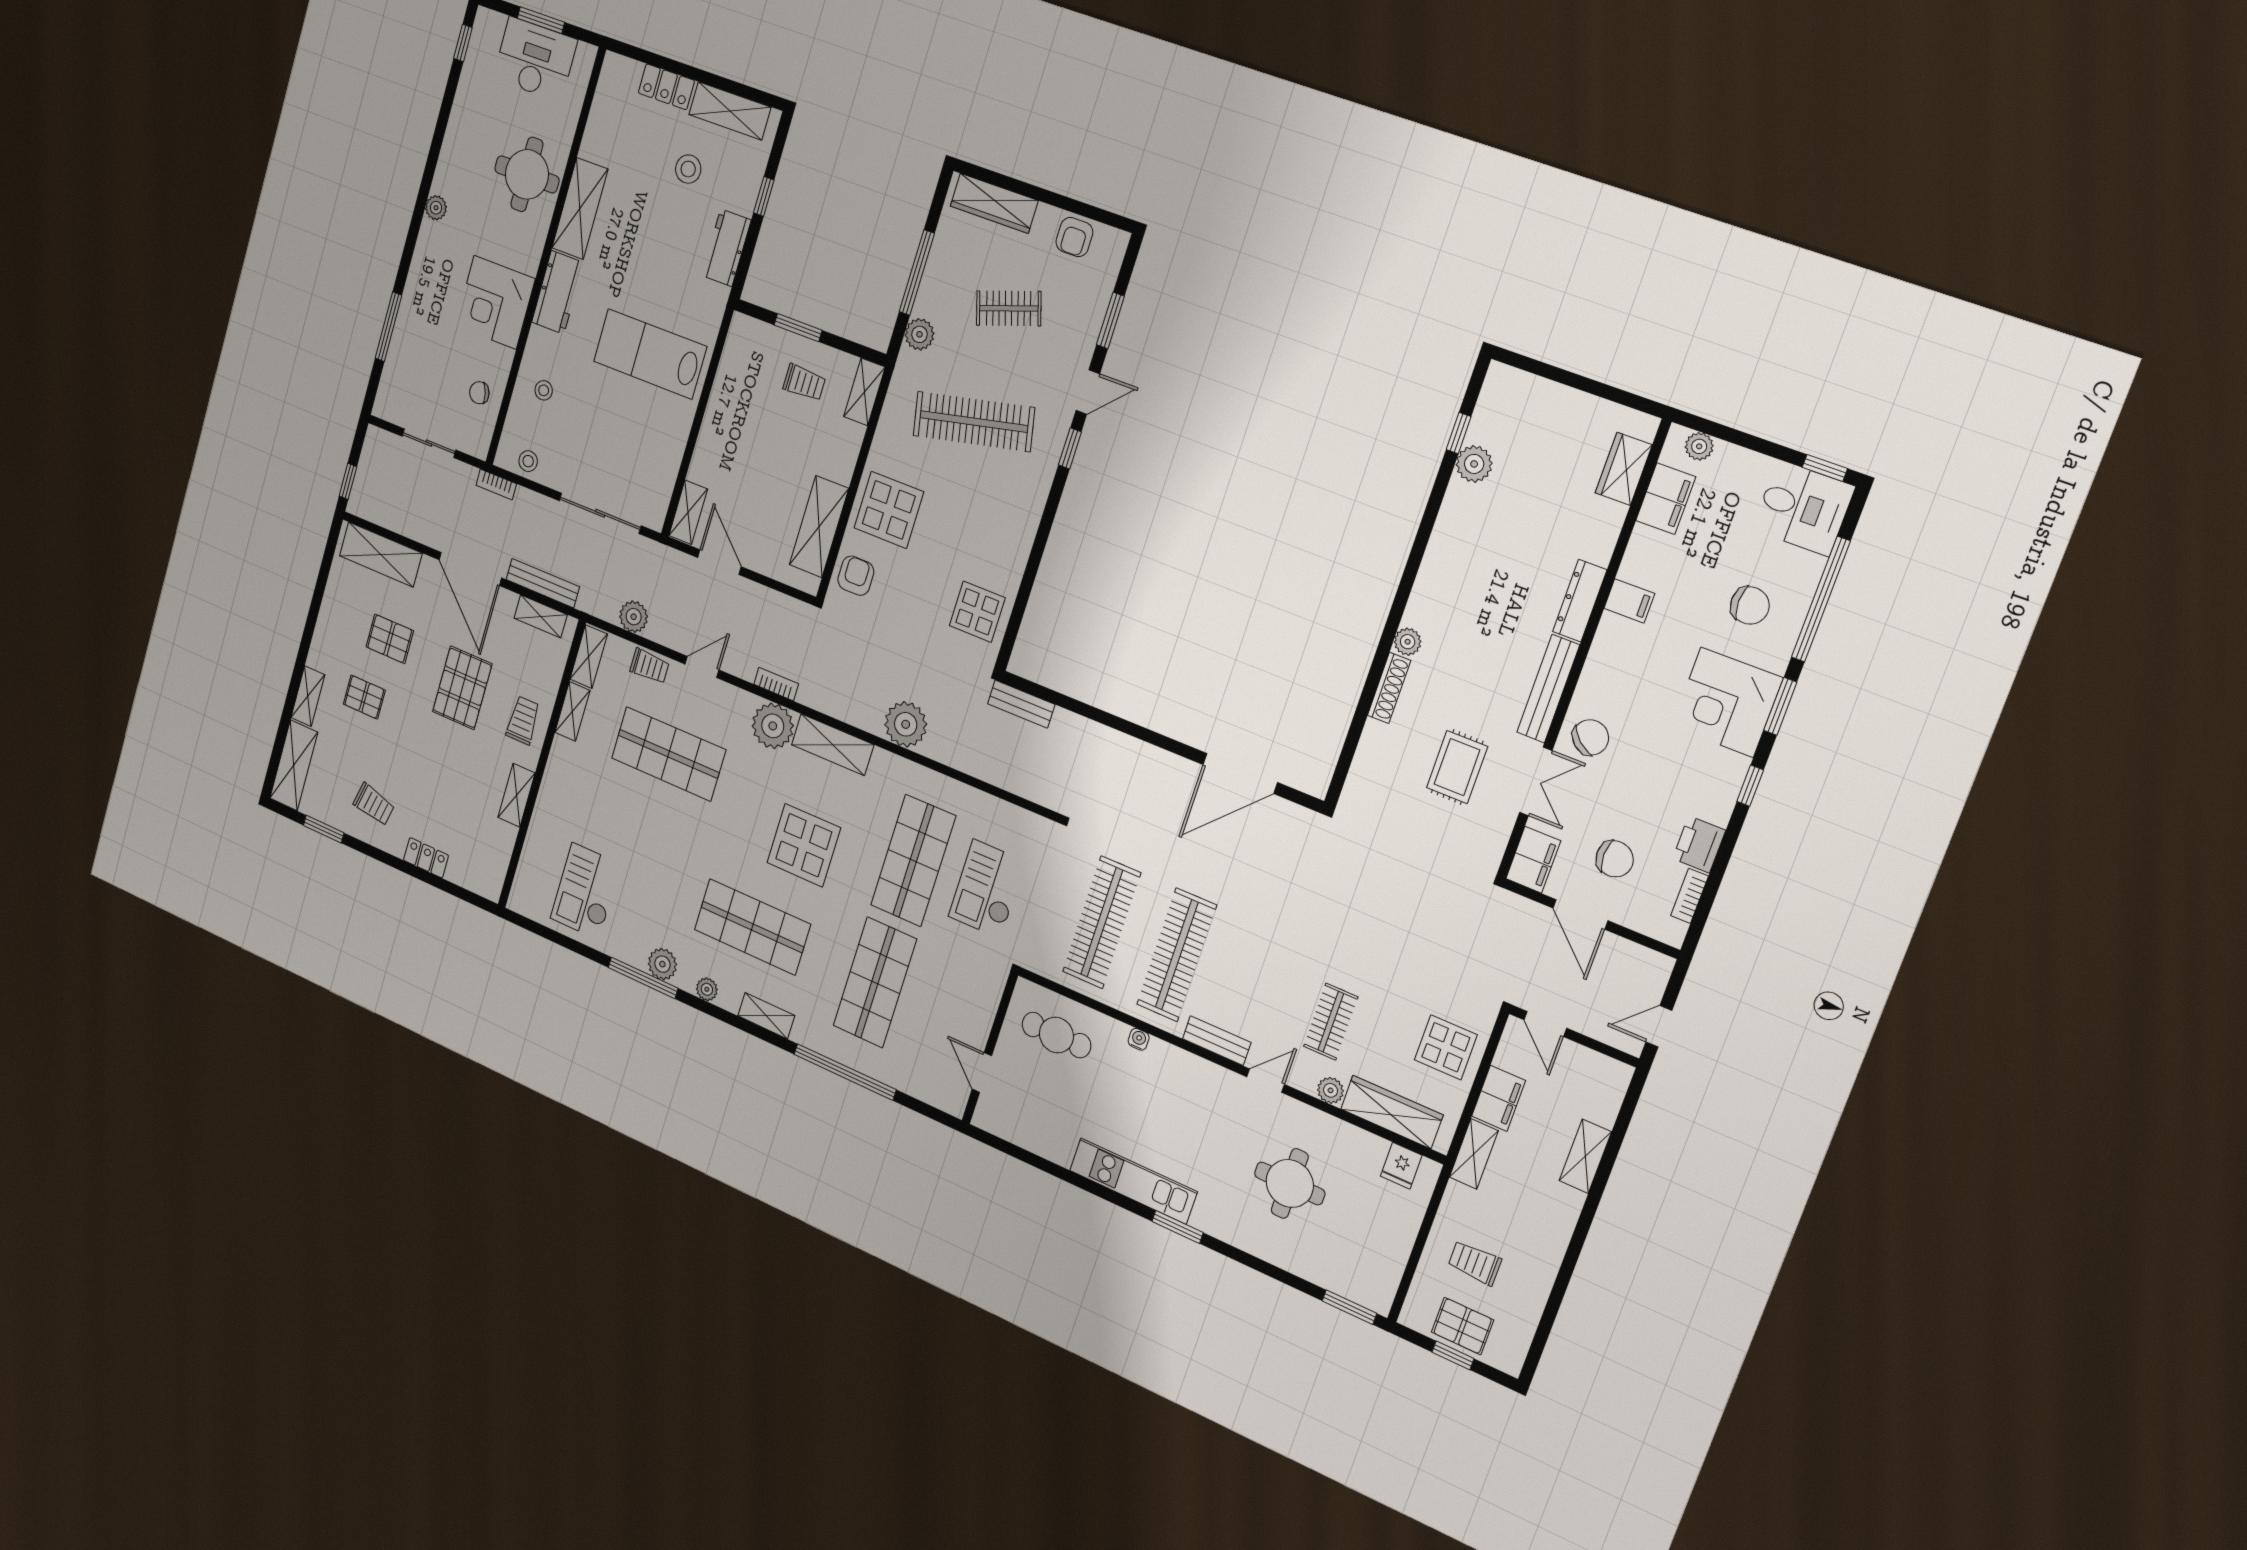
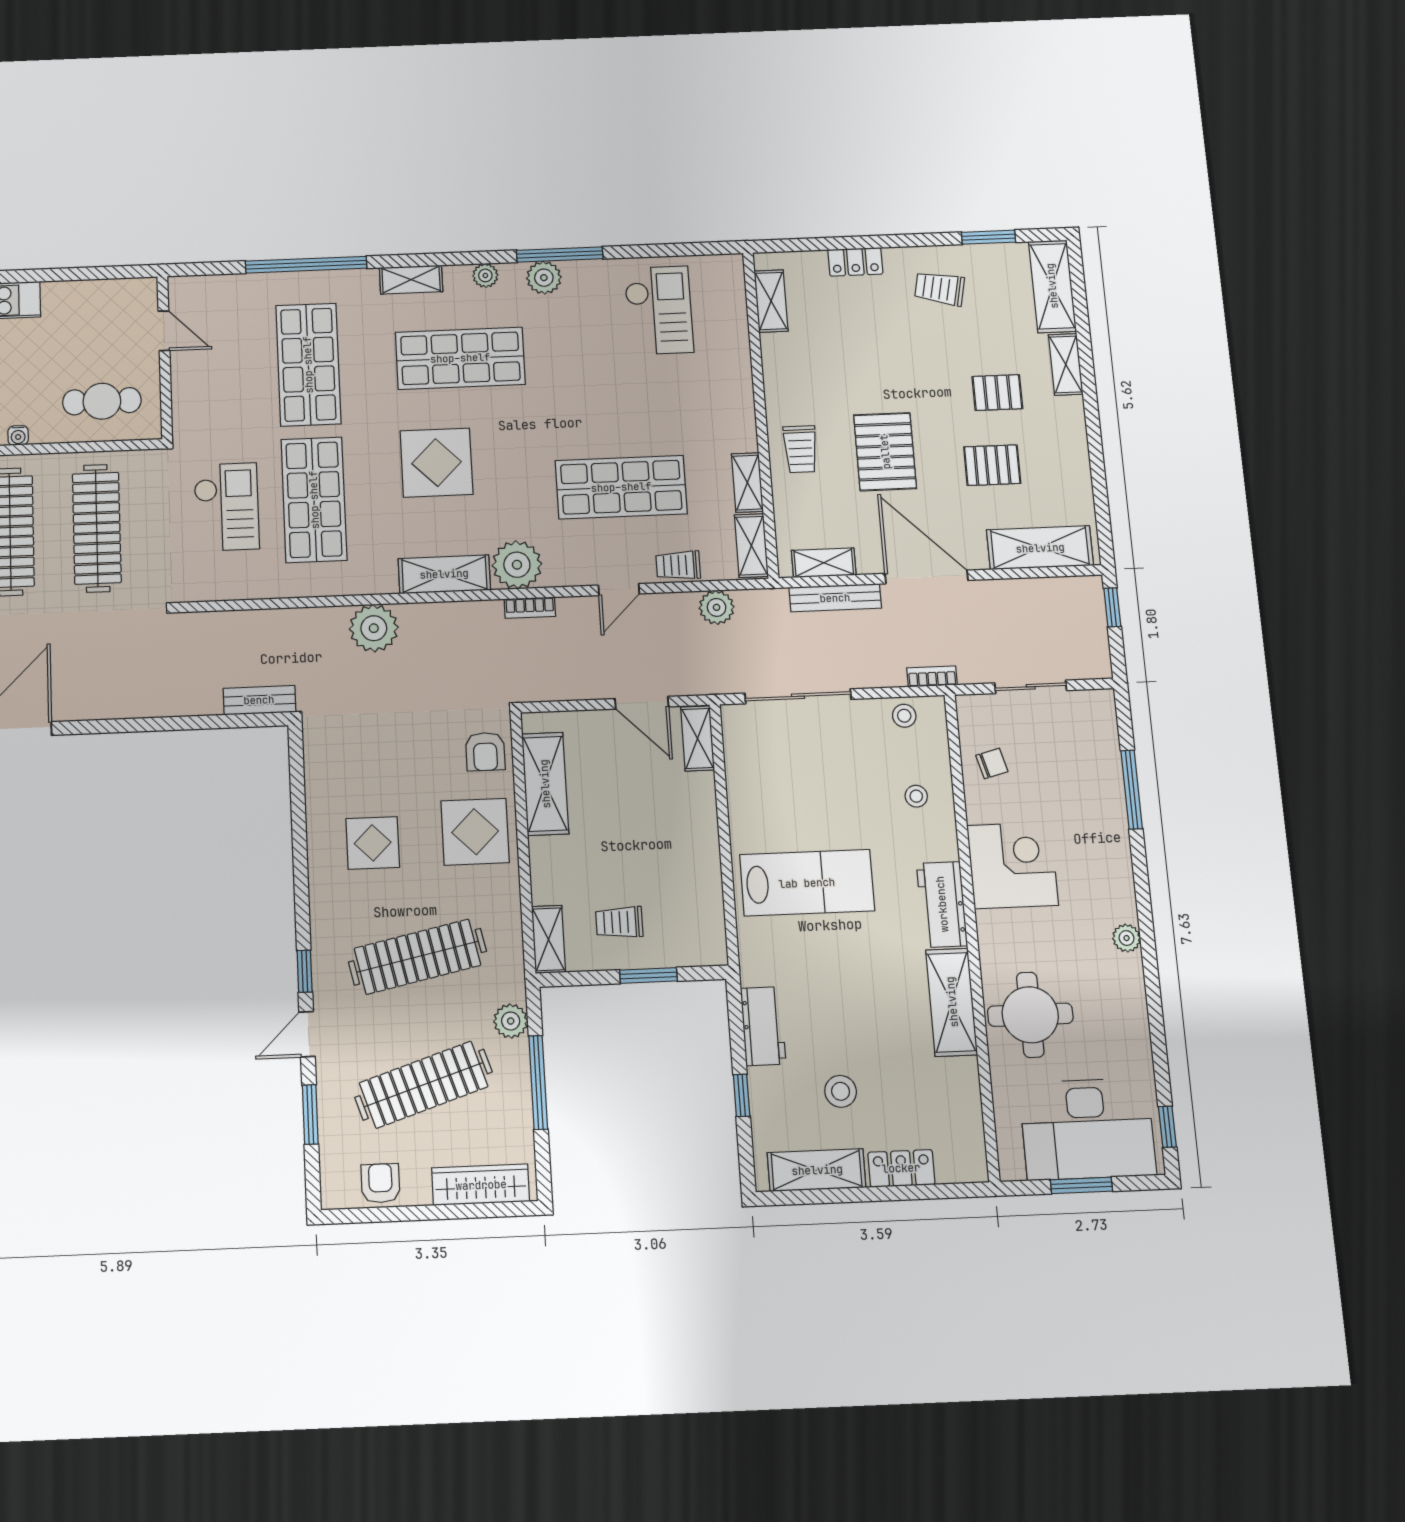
desk: (535, 59) -> (1087, 1129), width x1.36, depth x1.30
clothes rail: (1009, 308) -> (424, 1085), width x1.86, depth x1.31
display table: (977, 612) -> (373, 843), moved
shelving: (517, 795) -> (771, 301), moved

